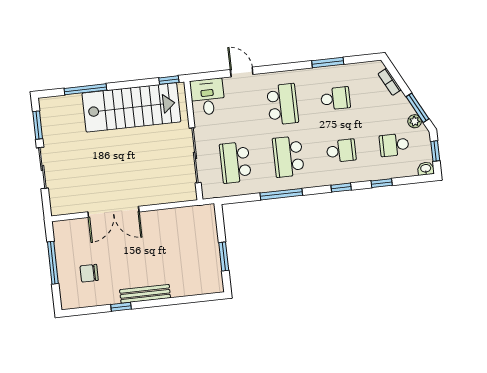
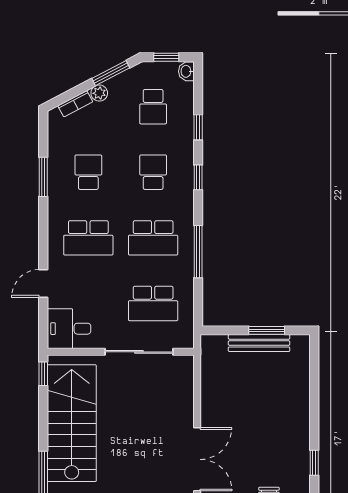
school desk: (283, 104) -> (88, 238), turned 180
plant: (415, 121) -> (99, 93), moved
bench: (145, 294) -> (259, 343), moved, turned 90

